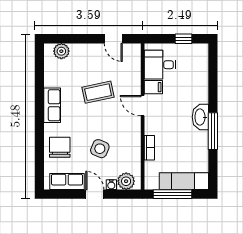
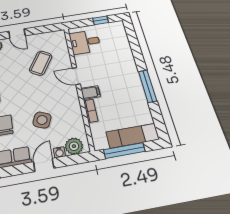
door: (113, 39) -> (17, 34), moved
filing cabinet: (153, 87) -> (90, 92), moved
coffee table: (98, 92) -> (41, 63), moved, turned -47
washbasin: (200, 117) -> (132, 76), removed
door: (95, 194) -> (44, 165), hinge flipped

